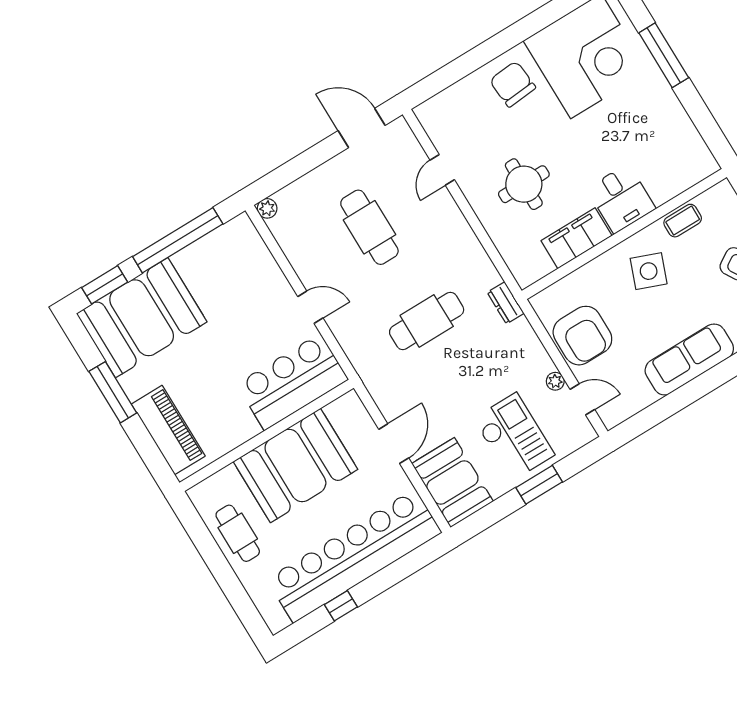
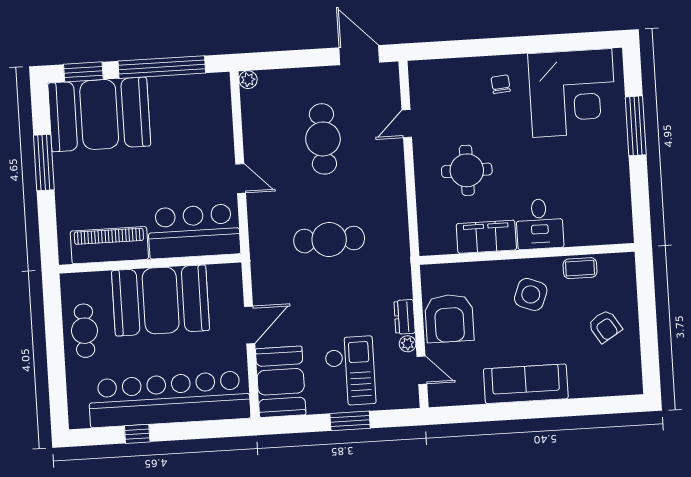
chair: (513, 84) -> (501, 84), width x0.54, depth x0.54
dresser: (506, 303) -> (405, 317), moved
piano: (168, 430) -> (109, 245), moved, turned -90

